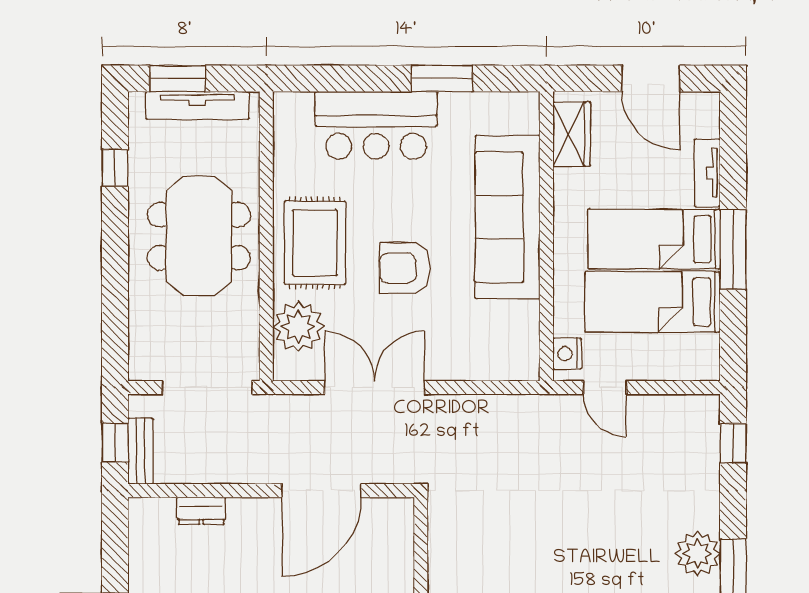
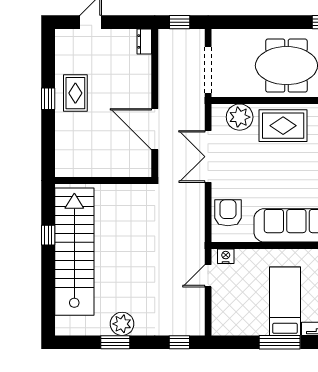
armchair: (405, 268) -> (228, 213), moved
bed: (653, 302) -> (253, 301), removed
double door: (375, 388) -> (208, 157), swing flipped
bench: (140, 451) -> (175, 35), removed
dresser: (201, 511) -> (144, 41), moved

